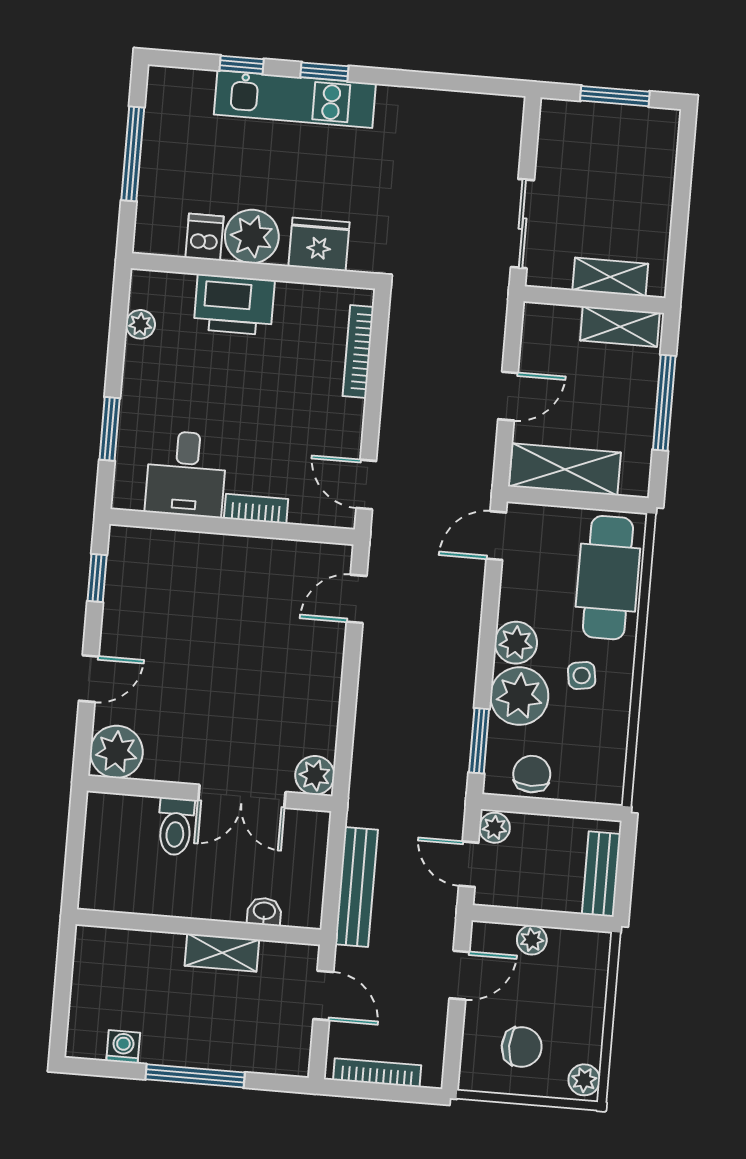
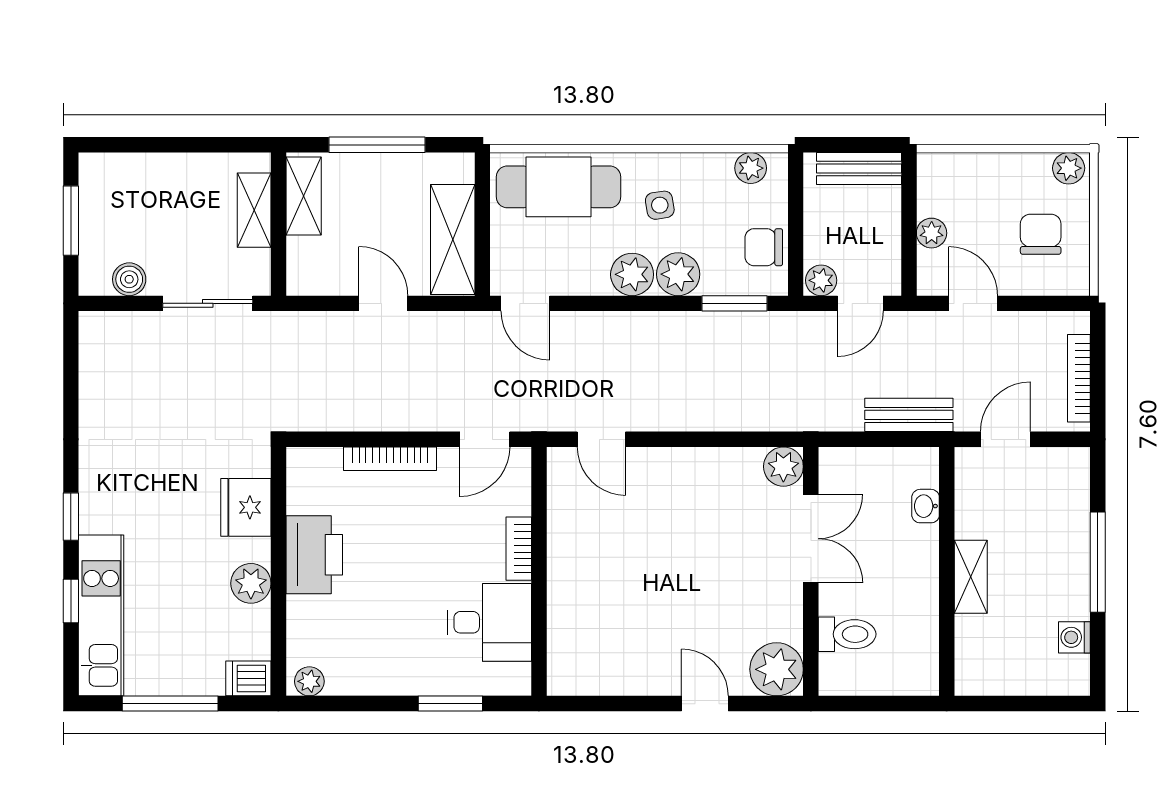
kitchen unit: (295, 99) -> (101, 615), moved
boiler: (553, 149) -> (129, 279), added
plant: (252, 236) -> (251, 583), width x0.73, depth x0.73
dishwasher: (205, 237) -> (248, 678), moved
printer: (234, 305) -> (314, 555), moved
plant: (140, 324) -> (309, 681), moved
bookcase: (358, 351) -> (390, 459), moved
window: (97, 578) -> (602, 704), removed
plant: (519, 696) -> (678, 274), width x0.73, depth x0.73
plant: (611, 768) -> (751, 168), added
toilet: (176, 827) -> (847, 634), moved
bench: (356, 887) -> (909, 415), width x0.73
shelving: (222, 953) -> (971, 577), moved

